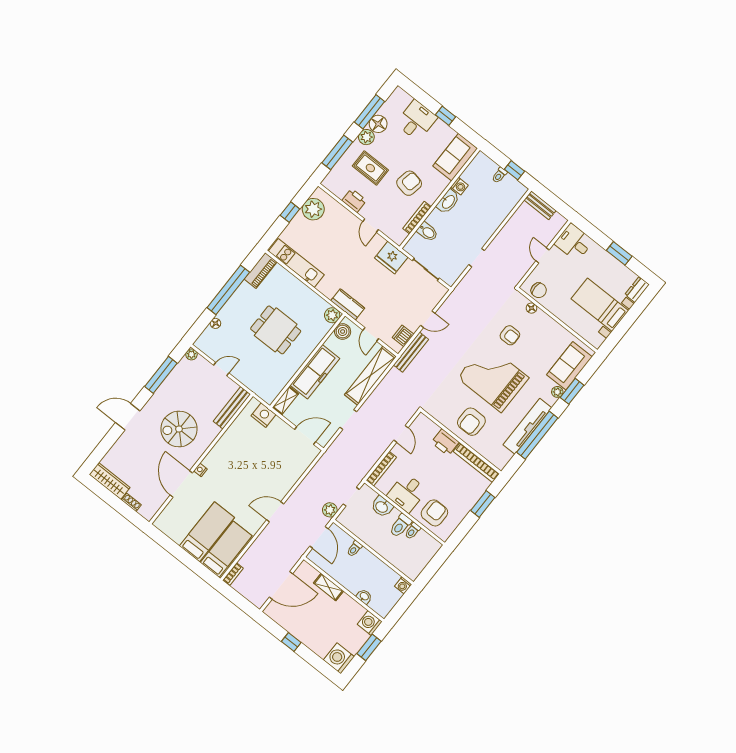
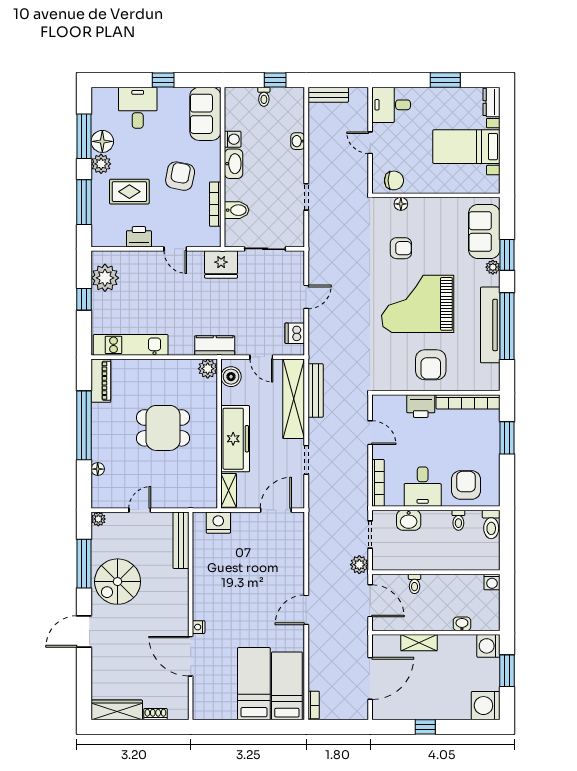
washbasin: (499, 219) -> (298, 141), added
bench: (411, 352) -> (316, 390), moved
spiral stairs: (179, 429) -> (118, 582), moved
toilet: (400, 526) -> (491, 524), moved

